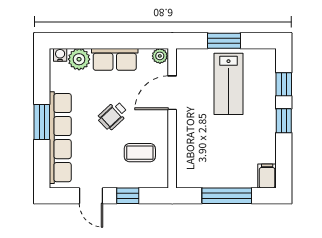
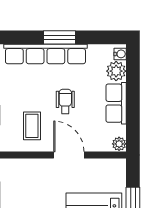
door: (172, 93) -> (69, 155), moved
wheelchair: (113, 116) -> (65, 101), turned 43

